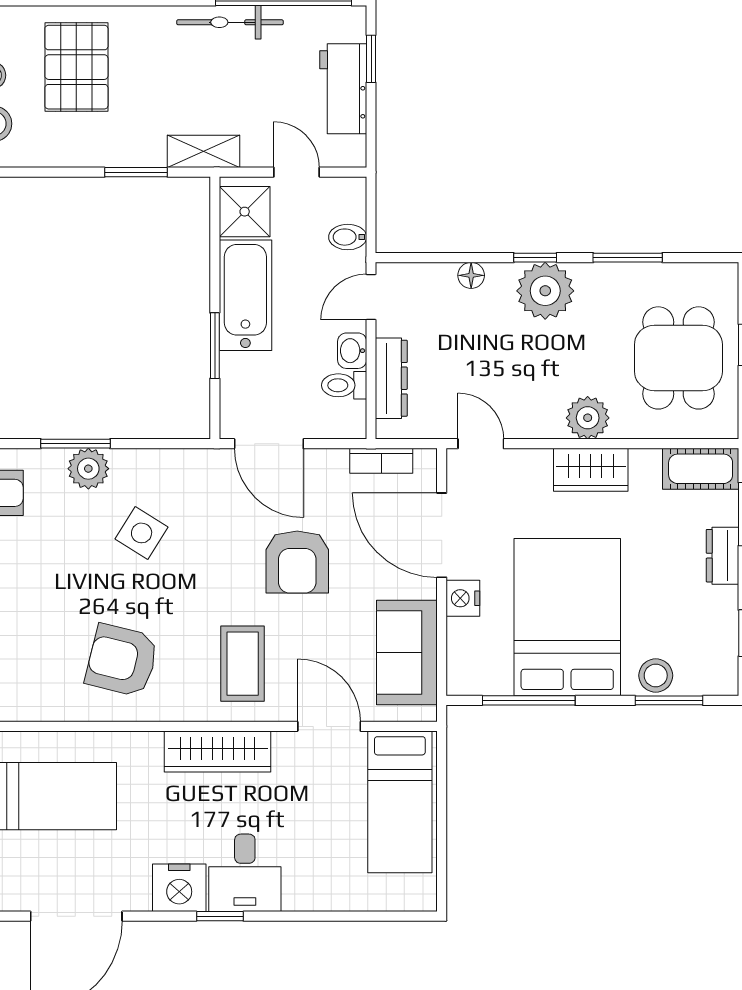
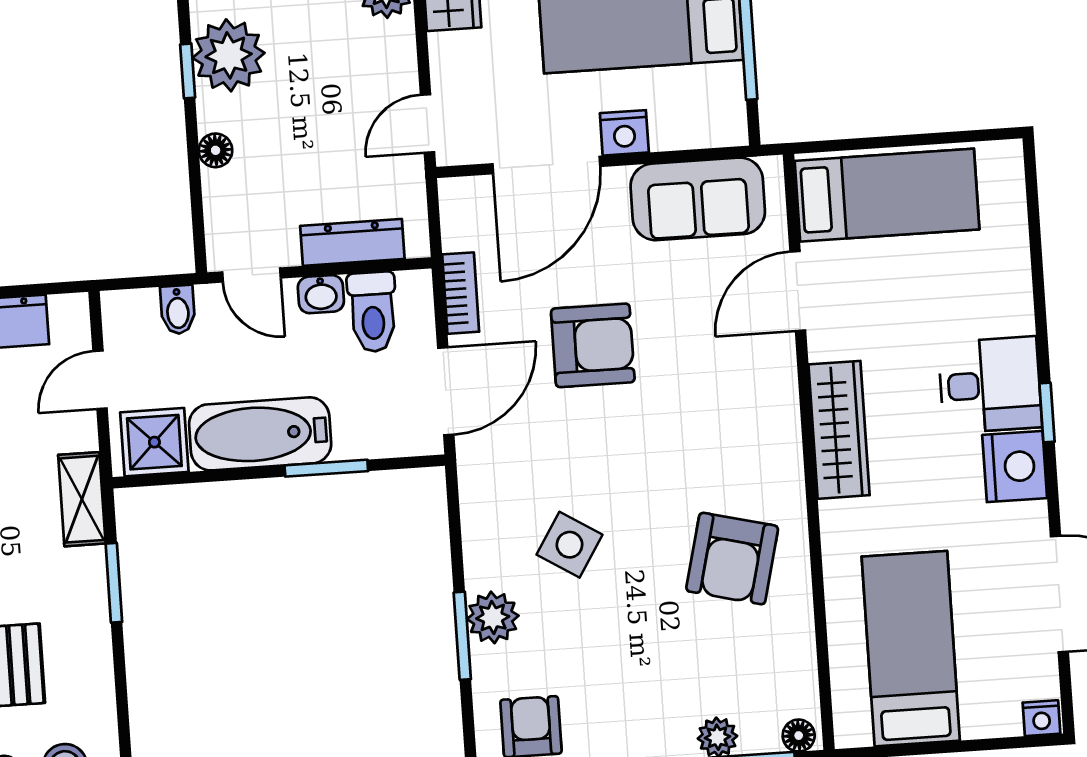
toilet: (344, 385) -> (373, 312), width x1.37, depth x1.39
bookcase: (381, 461) -> (461, 293), moved
coffee table: (243, 664) -> (726, 406), removed

